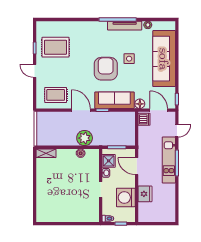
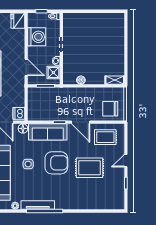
rug: (55, 47) -> (89, 168), moved
side table: (129, 59) -> (28, 164), moved
armchair: (106, 69) -> (56, 163), turned -90
door: (35, 71) -> (126, 161), swing flipped
chair: (51, 124) -> (110, 109), added
plant: (85, 138) -> (77, 95), removed
fridge: (145, 194) -> (18, 21), moved

